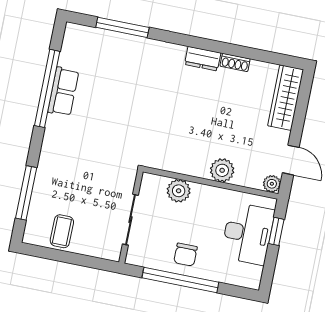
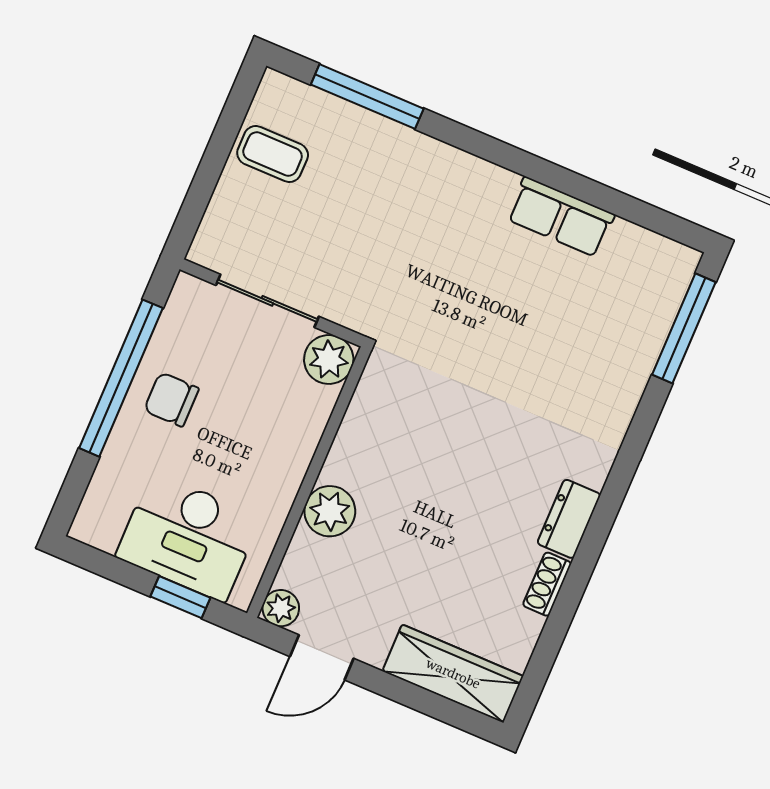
window: (122, 27) -> (684, 328), moved
window: (47, 88) -> (574, 185), removed
plant: (179, 191) -> (329, 360), moved

